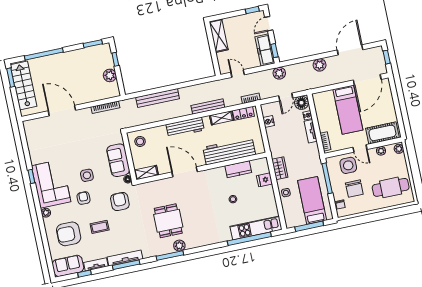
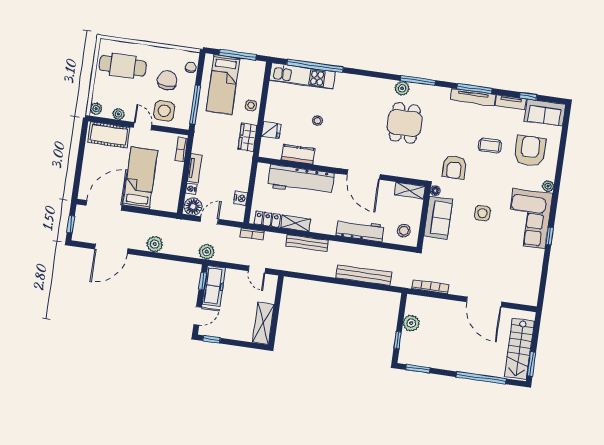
workbench: (185, 127) -> (360, 230), moved
armchair: (84, 198) -> (496, 187), removed
armchair: (69, 234) -> (530, 151), turned -90

